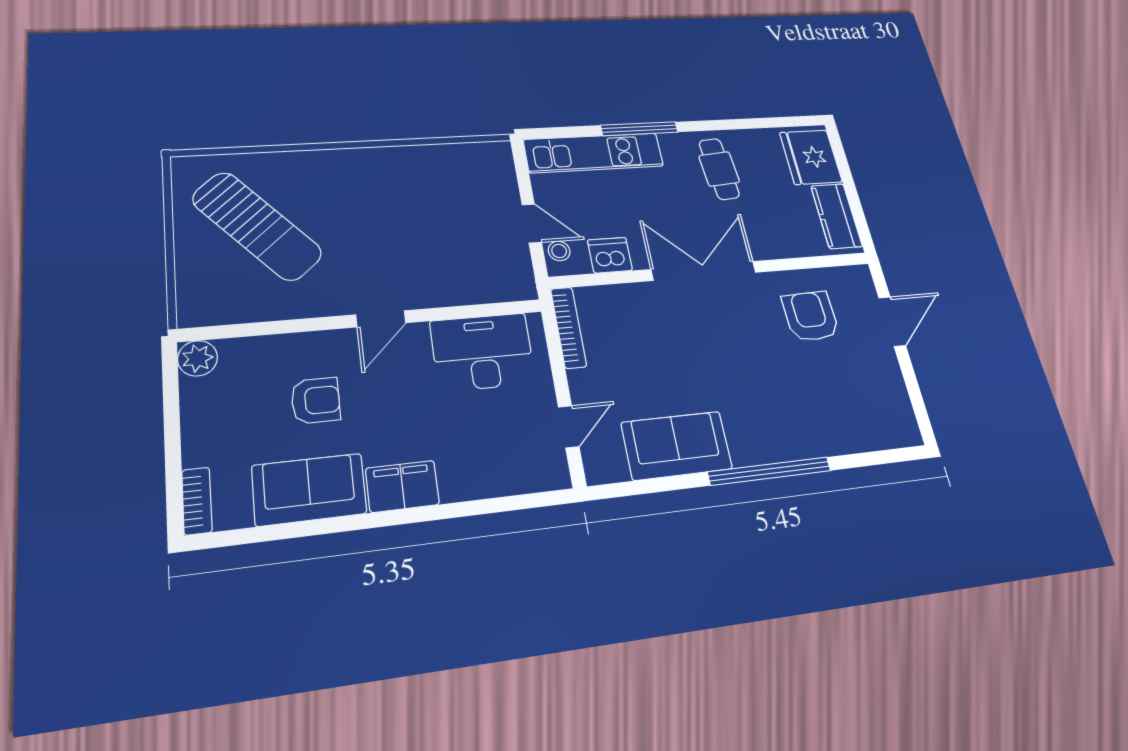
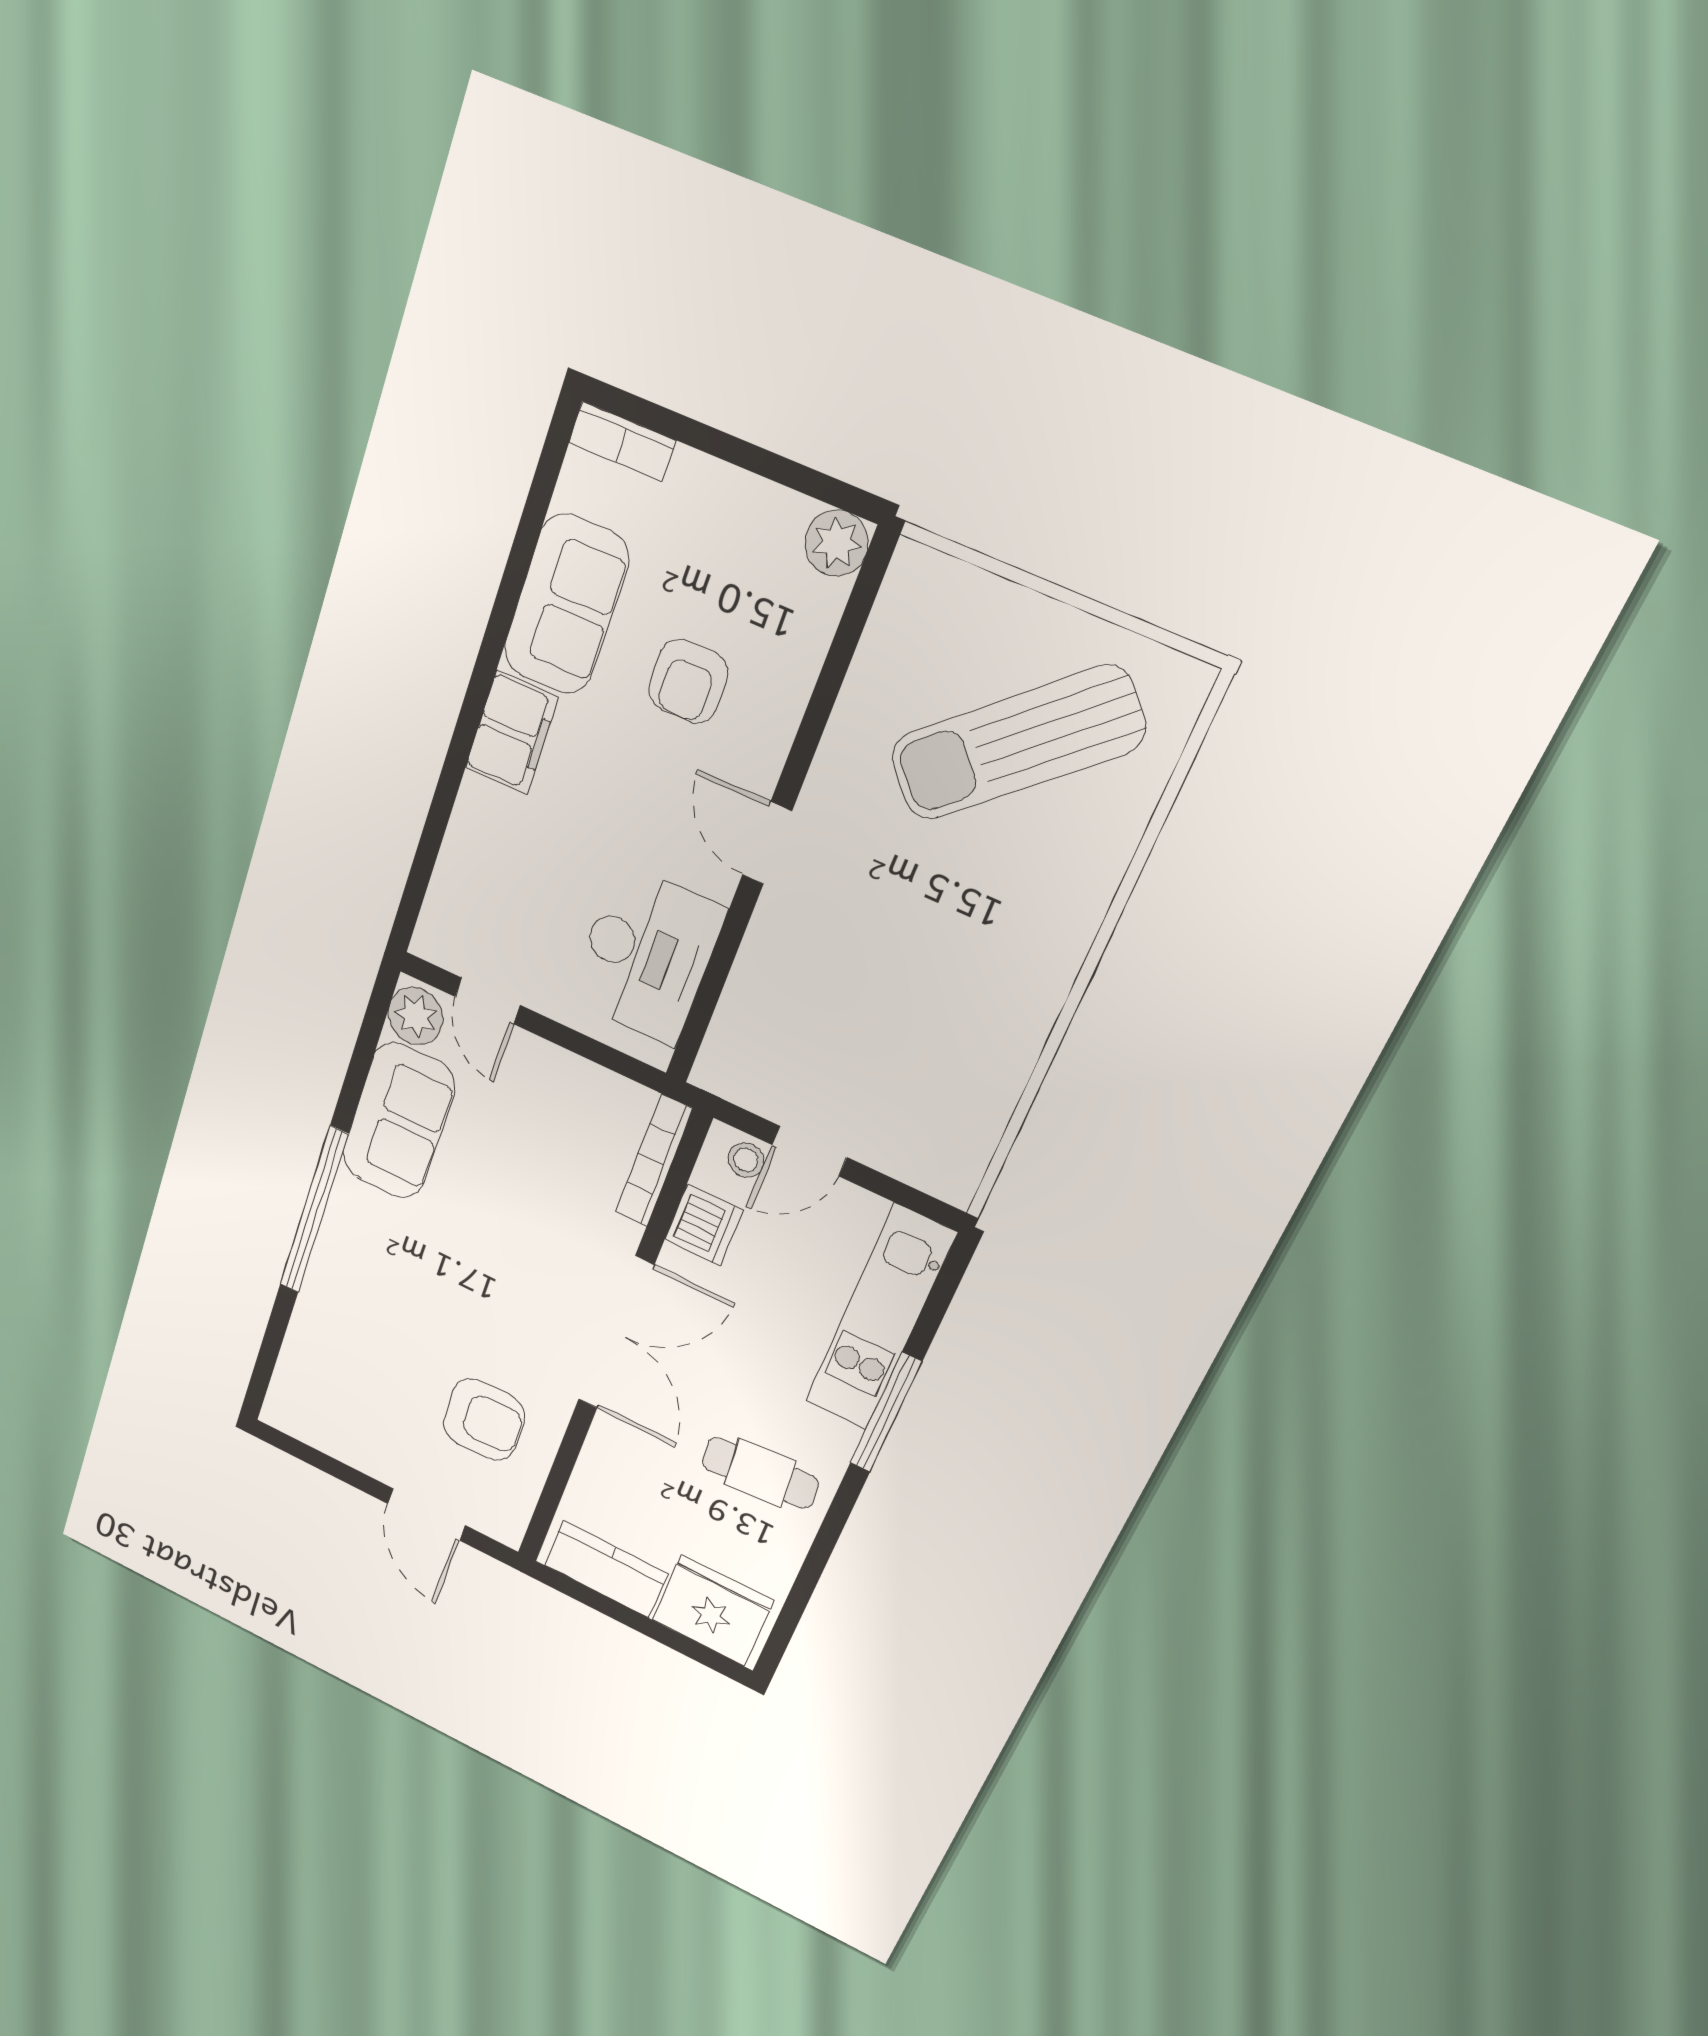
bookcase: (568, 327) -> (654, 1161), moved, turned 90
plant: (607, 465) -> (416, 1016), added

